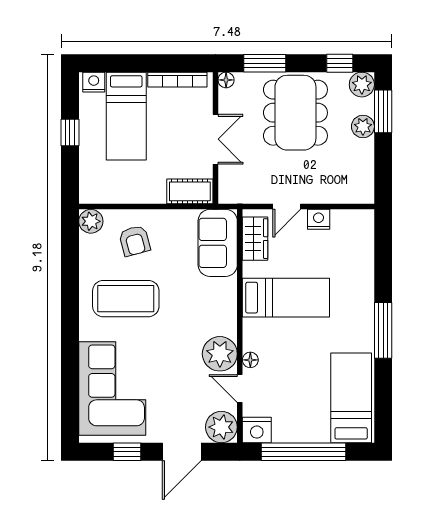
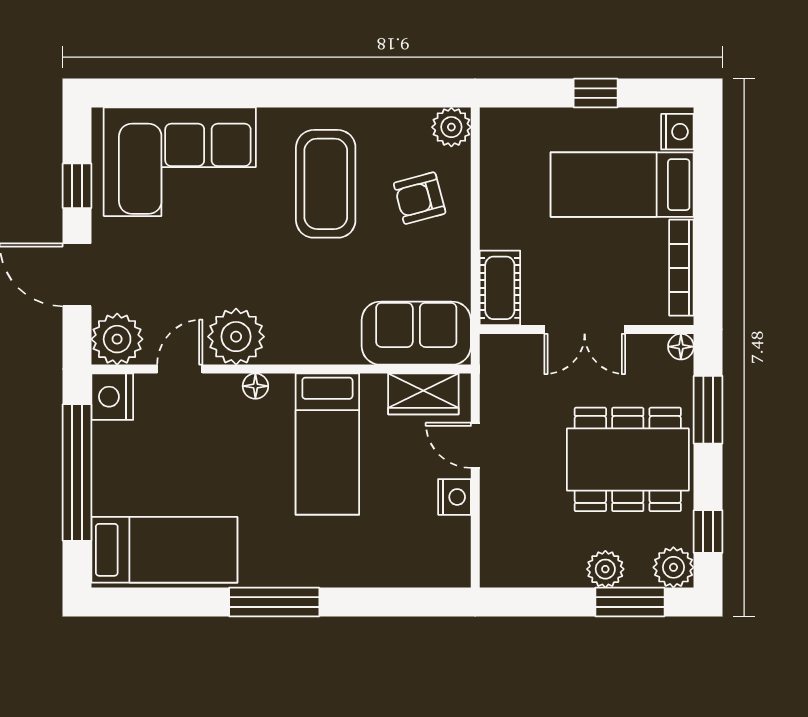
floor lamp: (250, 360) -> (255, 386), moved

